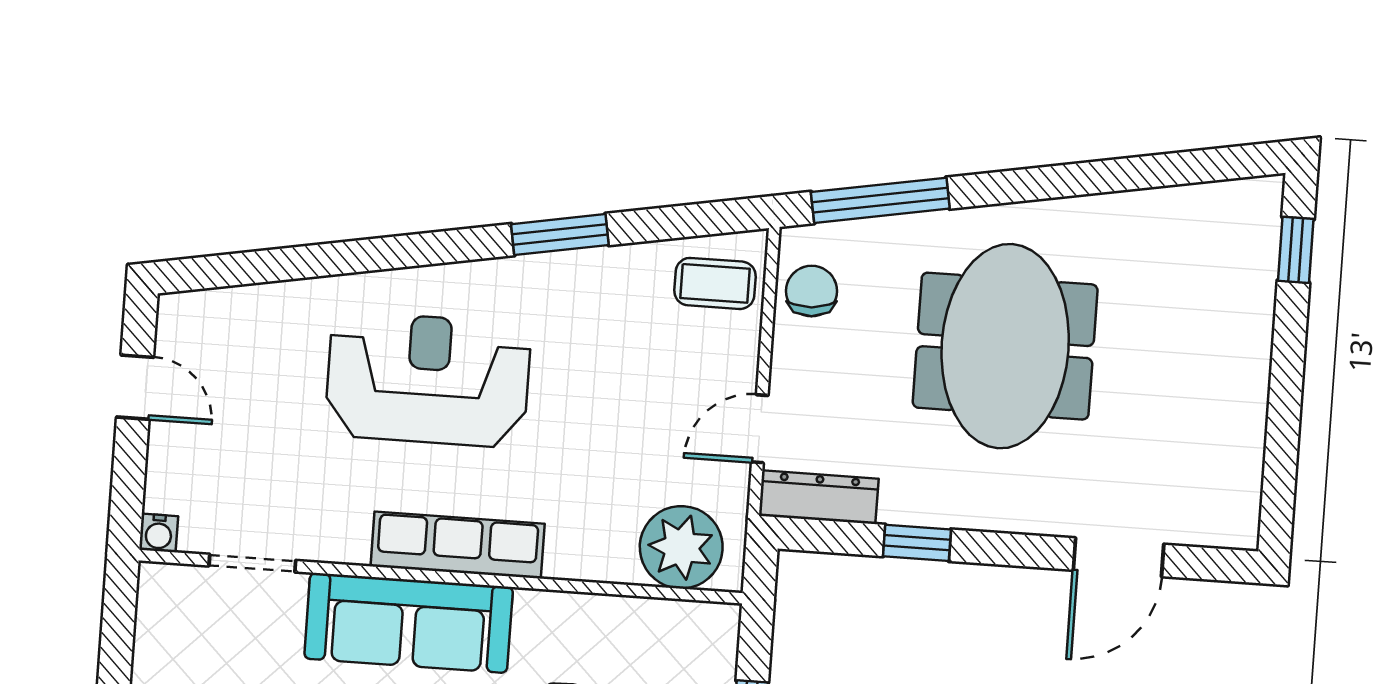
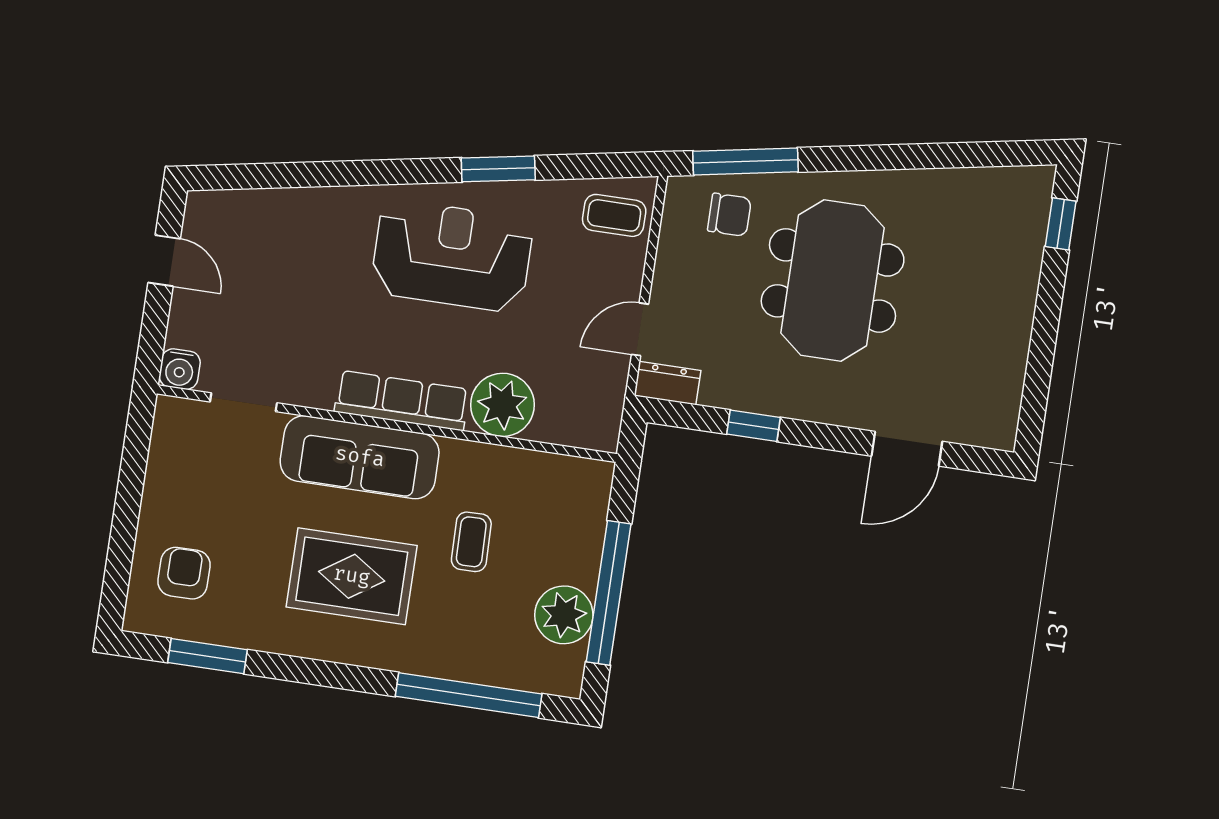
chair: (812, 291) -> (729, 215), moved, turned 94
reception desk: (428, 379) -> (452, 256), moved
dresser: (819, 497) -> (667, 383), width x0.70
water cooler: (159, 533) -> (180, 369), width x1.38, depth x1.38
plant: (681, 547) -> (502, 405), moved

